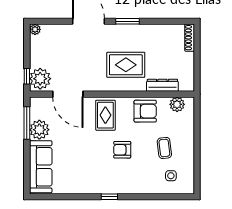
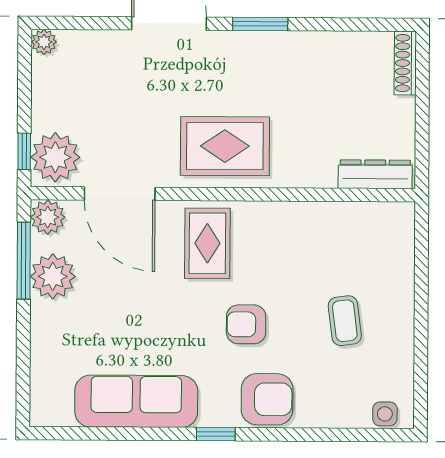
rug: (126, 65) -> (225, 146), moved
dresser: (162, 85) -> (375, 174), moved
plant: (177, 104) -> (48, 217), moved
armchair: (145, 111) -> (267, 399), moved
sofa: (41, 167) -> (136, 401), moved, turned -90
side table: (171, 176) -> (385, 414), moved

